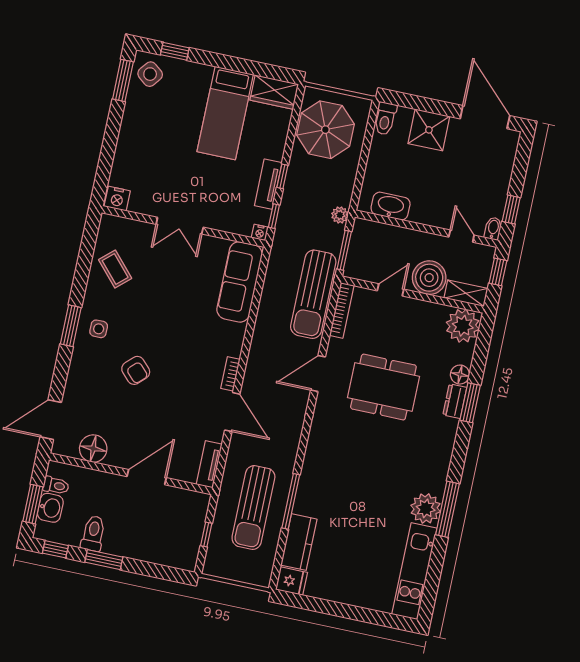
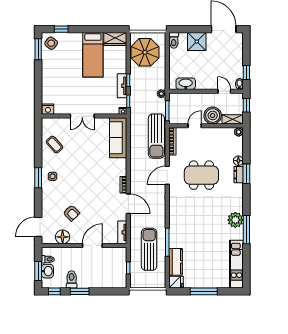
plant: (463, 326) -> (239, 132), width x0.53, depth x0.53
armchair: (136, 370) -> (71, 213), moved
sun lounger: (253, 508) -> (149, 249), turned 180
plant: (426, 508) -> (235, 220), moved
window: (341, 610) -> (204, 291), added

